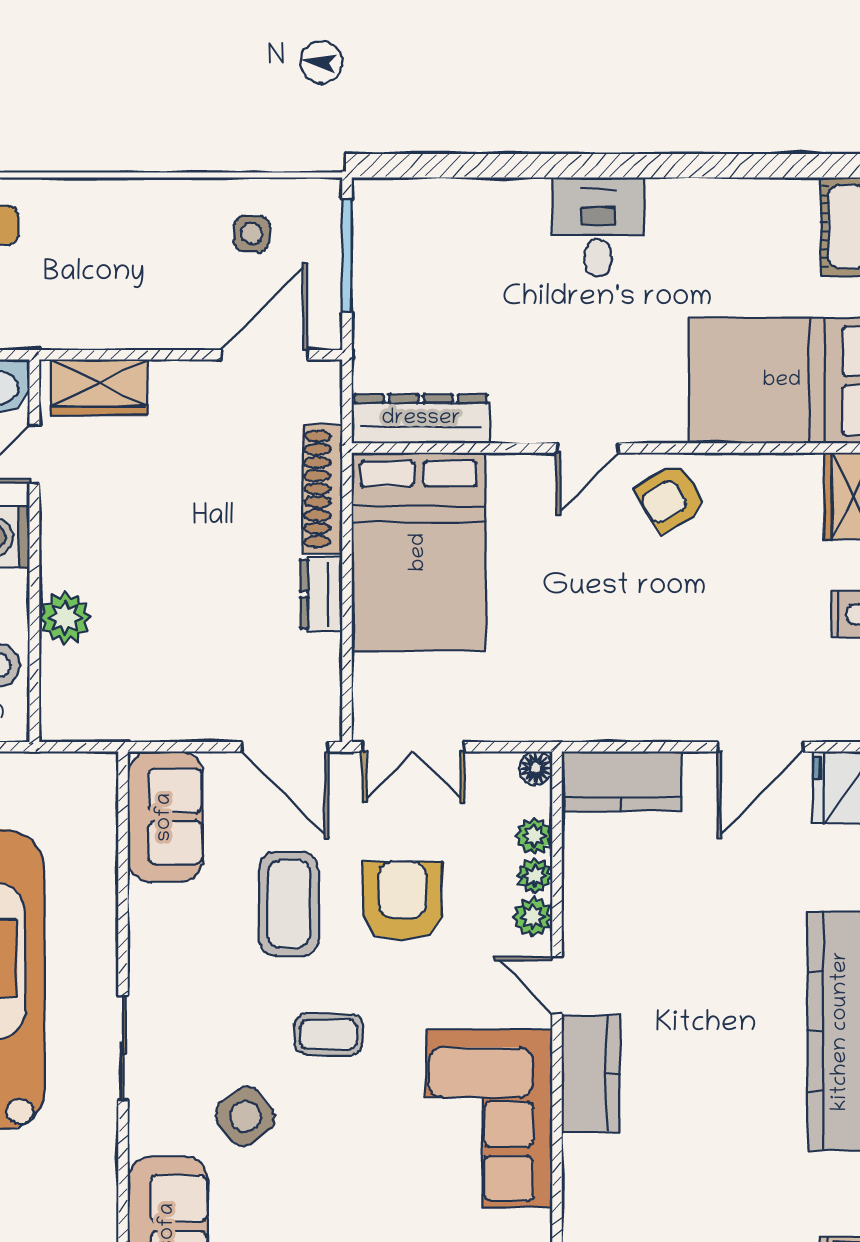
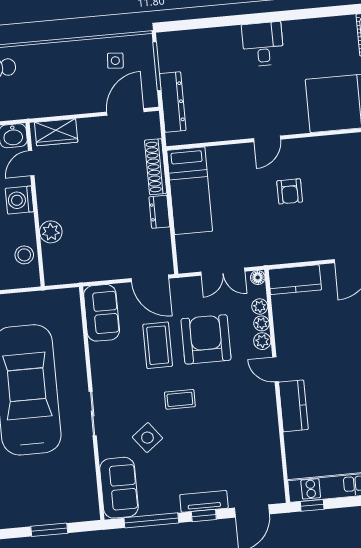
dresser: (421, 419) -> (173, 102), moved, turned 90
armchair: (671, 498) -> (290, 191), moved, turned -59
bed: (419, 552) -> (190, 191), width x0.67
double door: (413, 747) -> (223, 272), moved
armchair: (402, 901) -> (206, 339), width x1.36, depth x1.36
corner sofa: (489, 1118) -> (252, 429), removed

